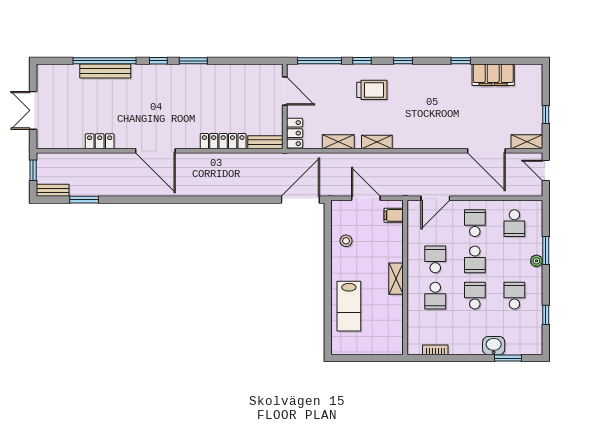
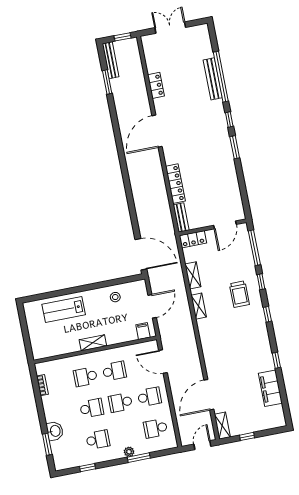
bench: (53, 190) -> (111, 60), width x1.36

